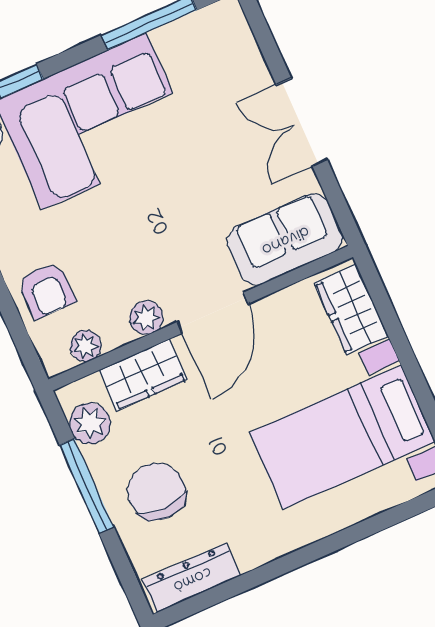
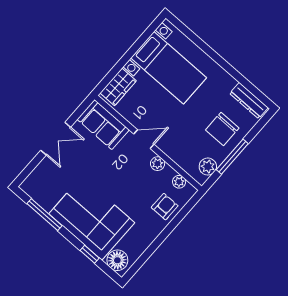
door: (213, 313) -> (144, 139), width x0.73
wardrobe: (143, 375) -> (180, 155), removed

